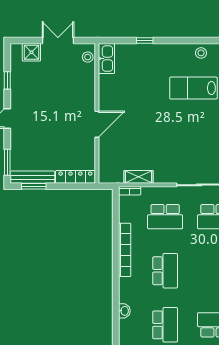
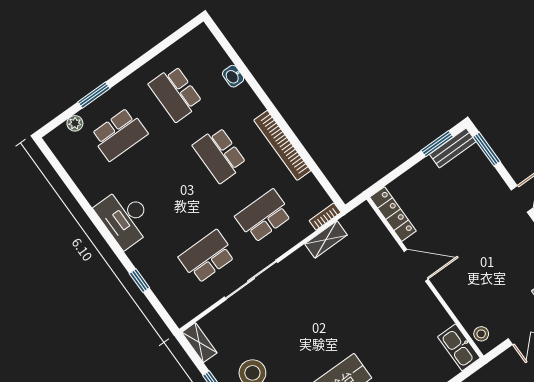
door: (97, 124) -> (416, 265), swing flipped
bench: (32, 177) -> (453, 148), width x0.73
locker: (75, 177) -> (393, 214), moved, turned -90

